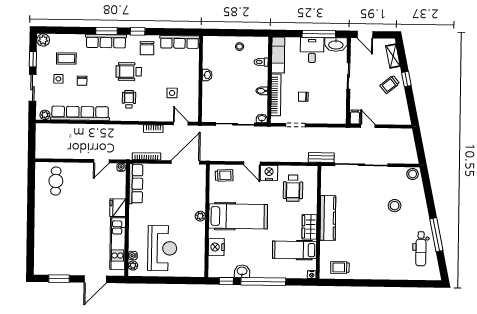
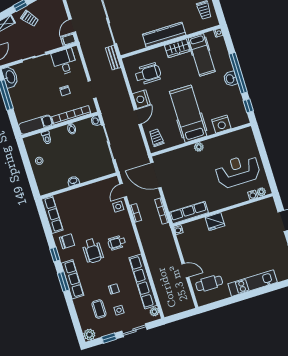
desk: (312, 50) -> (64, 62), moved, turned 90
side table: (172, 93) -> (118, 207), moved
door: (101, 161) -> (185, 271), moved
kitchen unit: (118, 244) -> (253, 283), moved, turned 180
washbasin: (242, 271) -> (230, 79), moved

